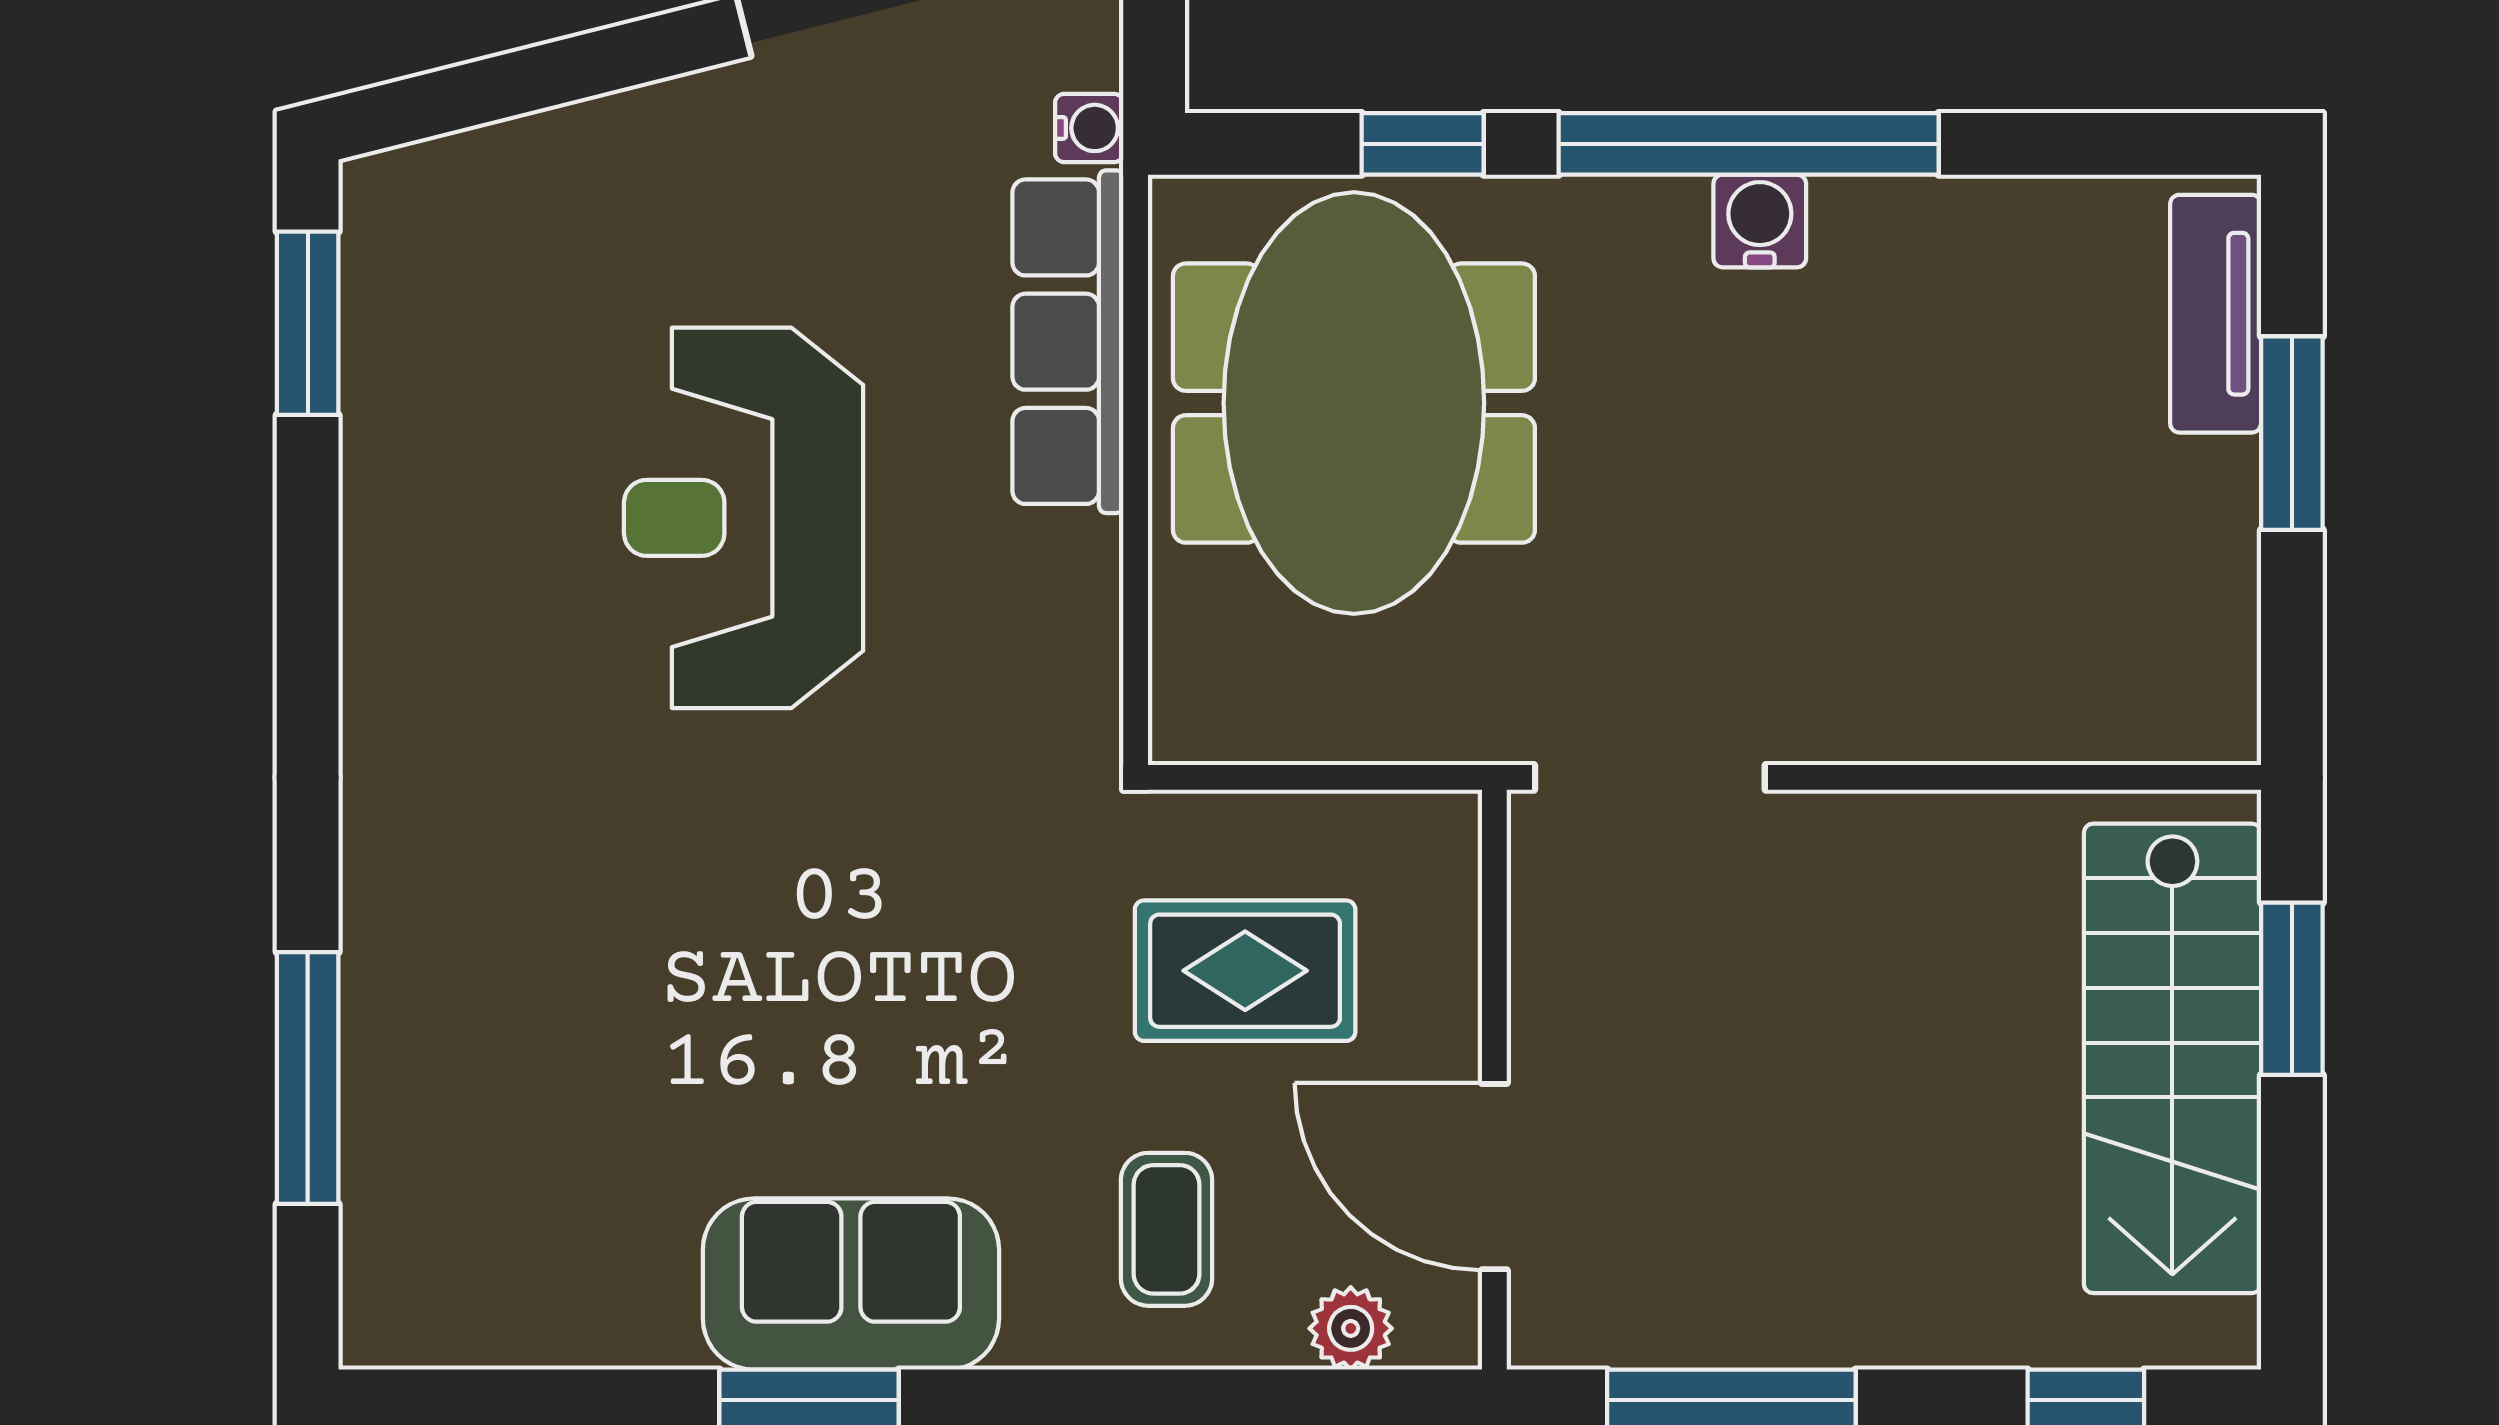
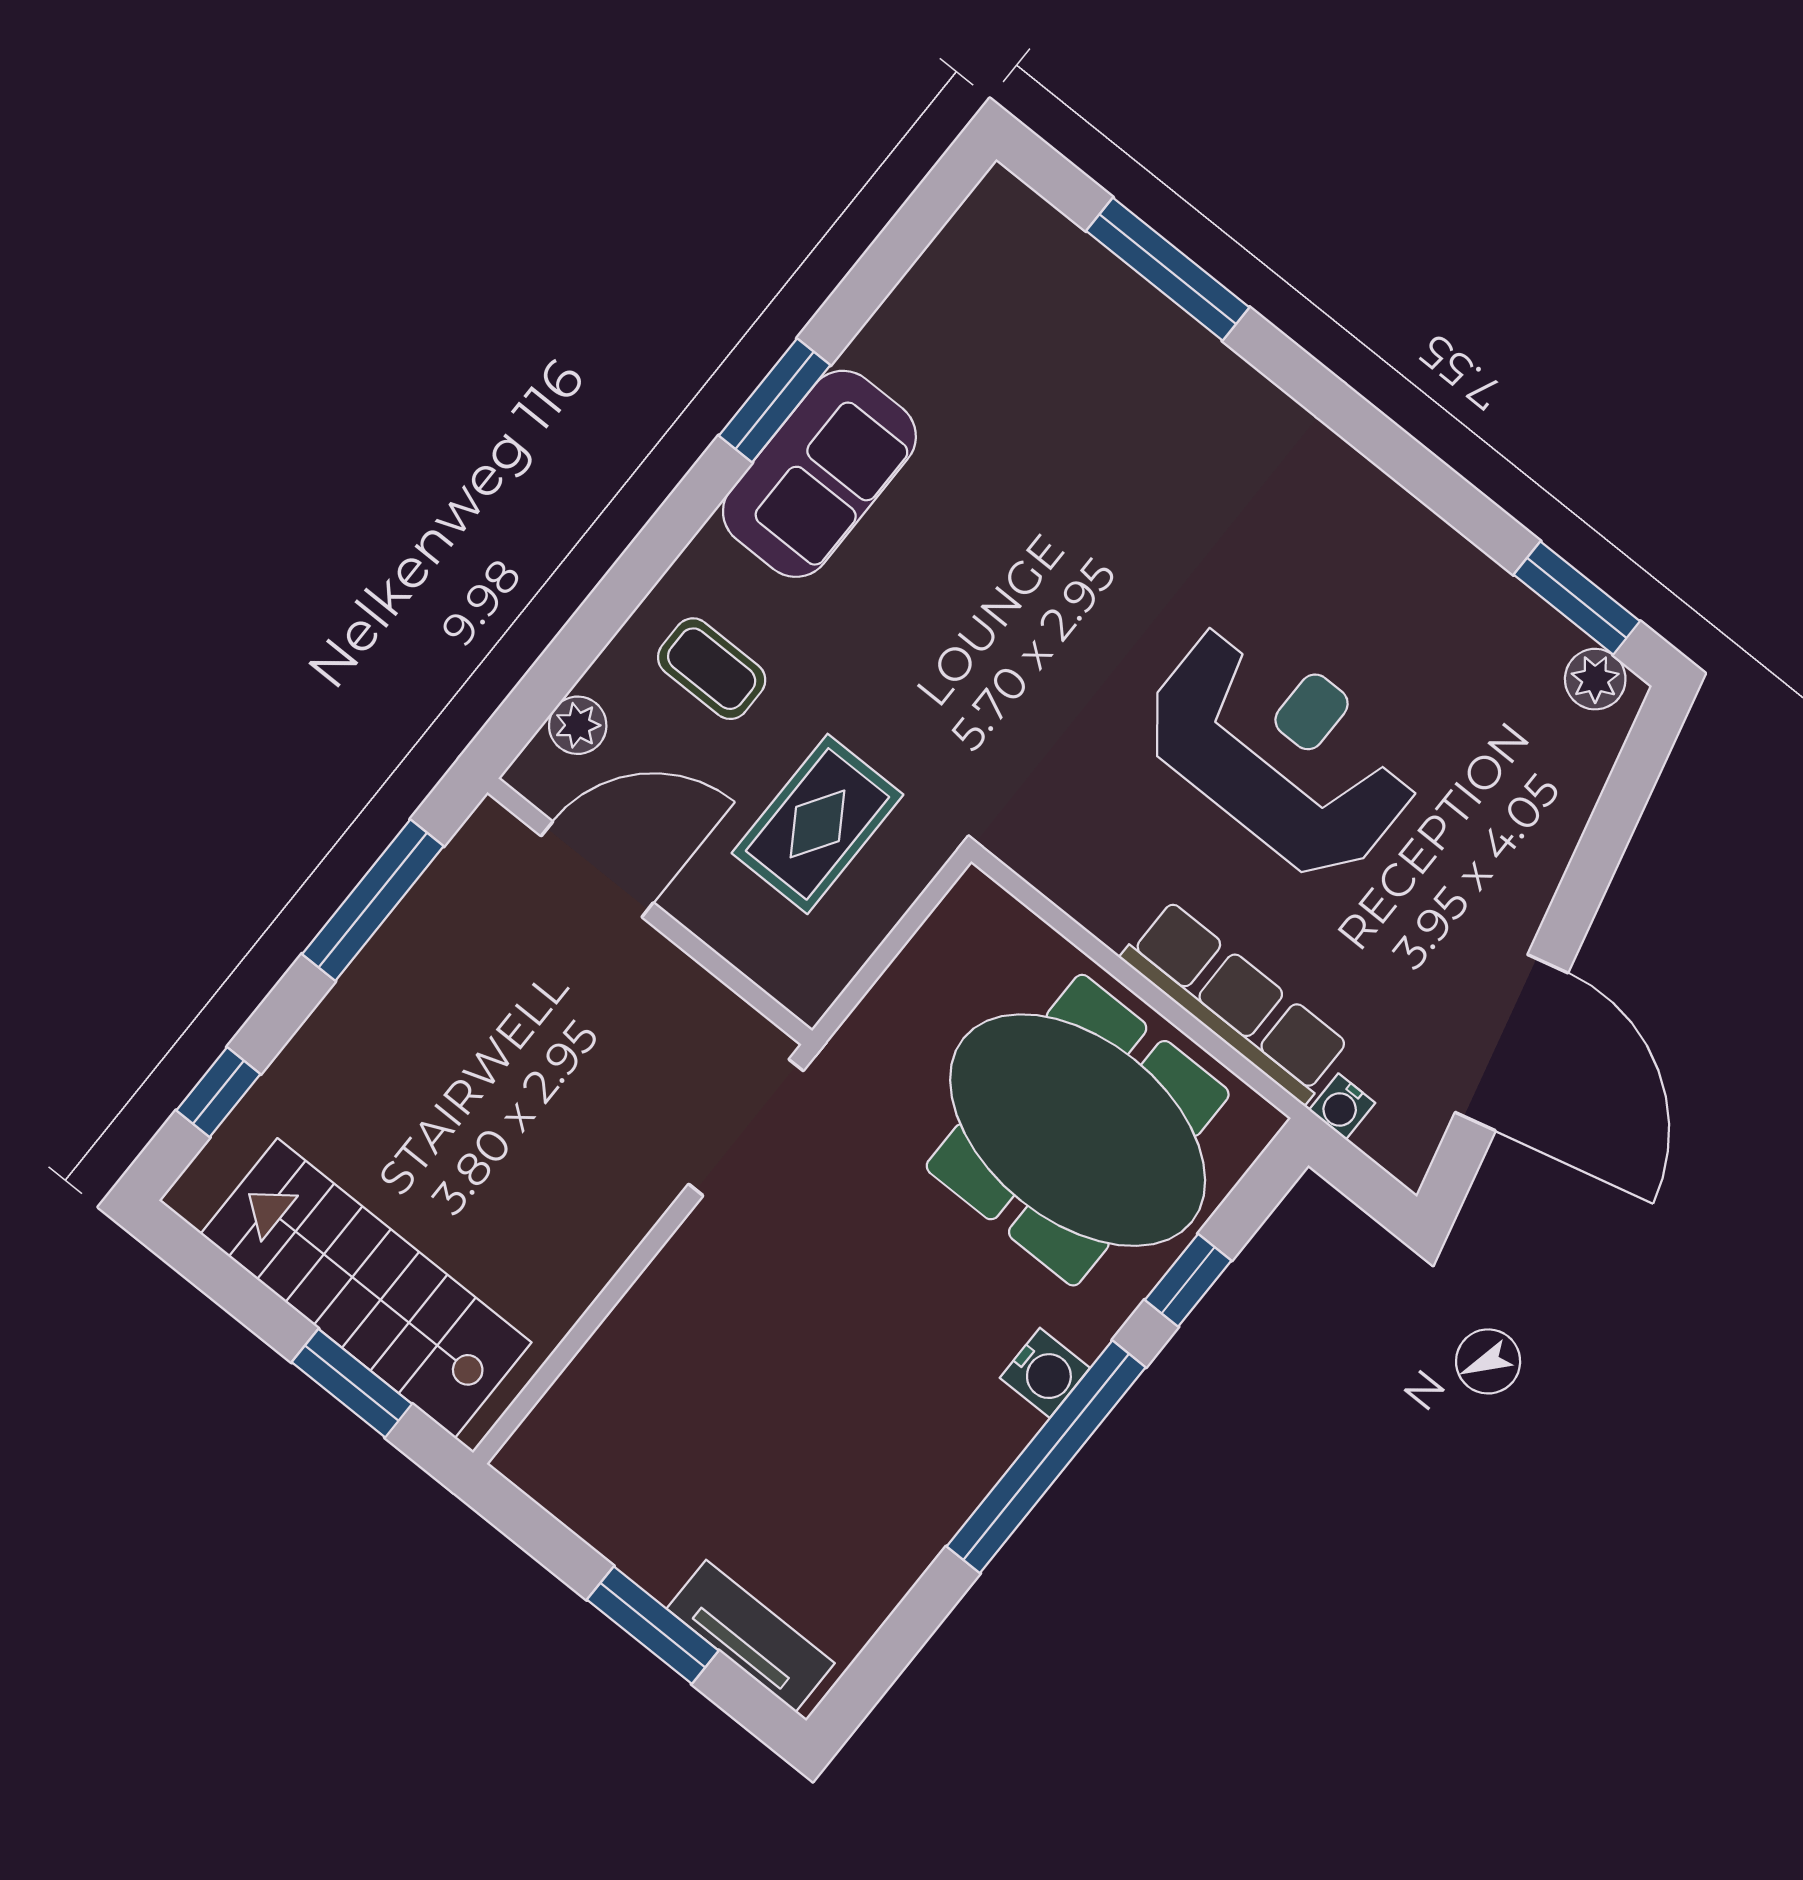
water cooler: (1760, 221) -> (1045, 1373), moved
plant: (382, 229) -> (1595, 679), added

